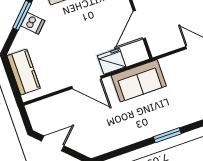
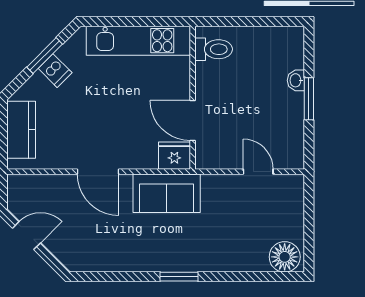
door: (139, 25) -> (193, 121), hinge flipped
fridge: (112, 61) -> (174, 156), moved

